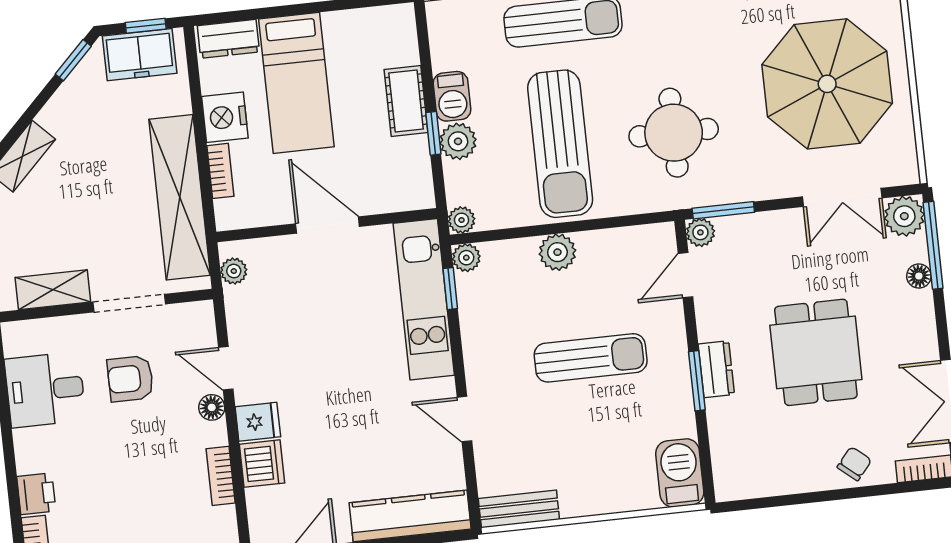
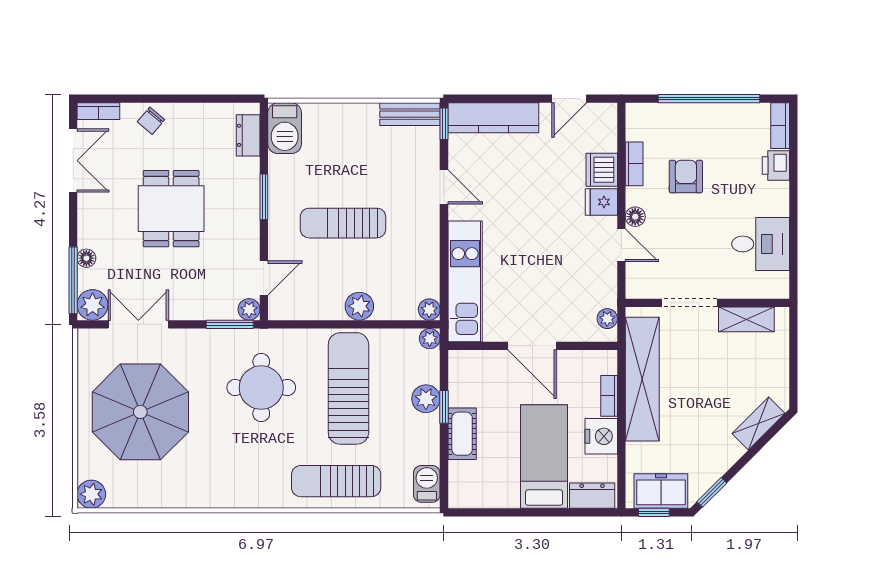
barbecue: (452, 96) -> (427, 484), moved
window: (450, 289) -> (444, 124), moved
dresser: (716, 369) -> (248, 135), moved
armchair: (130, 379) -> (686, 176), moved, turned -90

